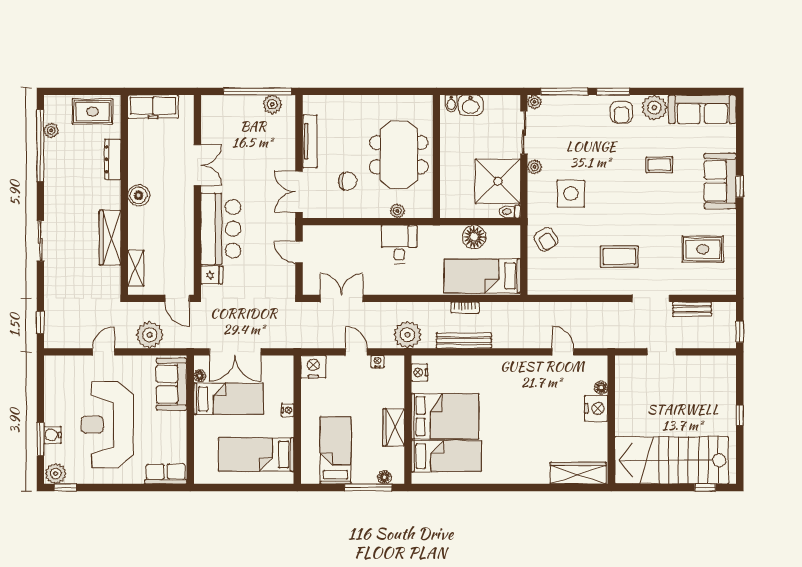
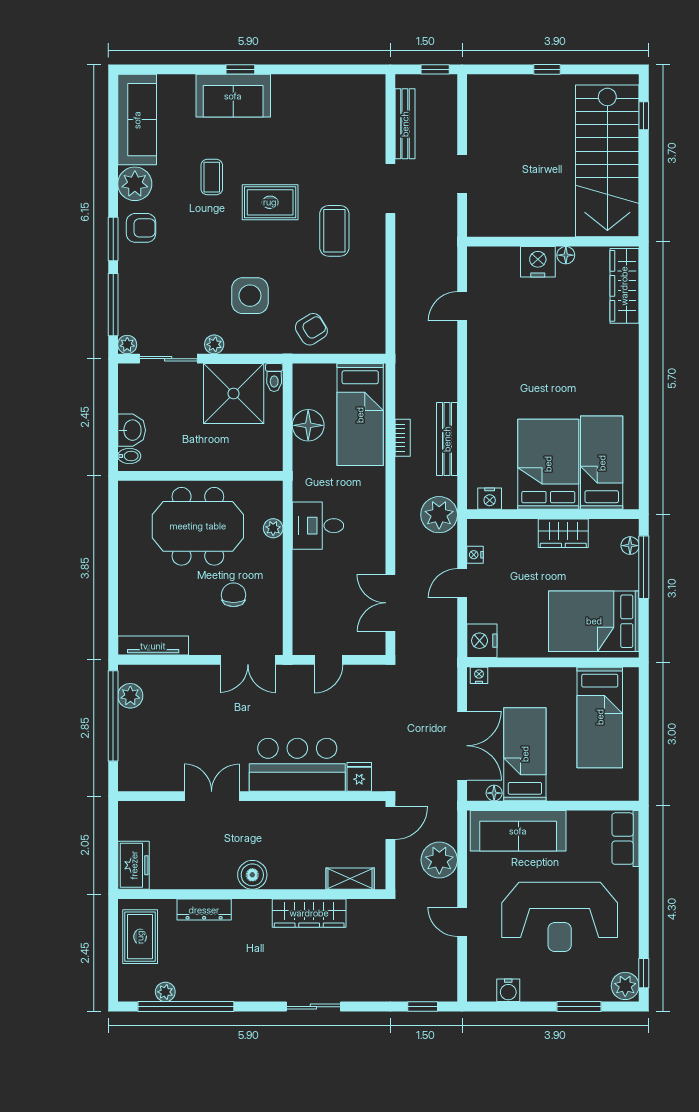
freezer: (153, 107) -> (134, 865), width x0.71
tv unit: (310, 141) -> (153, 646), moved
rug: (703, 249) -> (270, 202), moved, turned 90
bench: (692, 309) -> (405, 124), width x1.36
sofa: (172, 384) -> (518, 831), width x1.36
floor lamp: (601, 388) -> (566, 255), moved
nightstand: (288, 410) -> (479, 675), moved
water cooler: (52, 435) -> (508, 990), moved
bed: (335, 450) -> (594, 621), width x1.50

